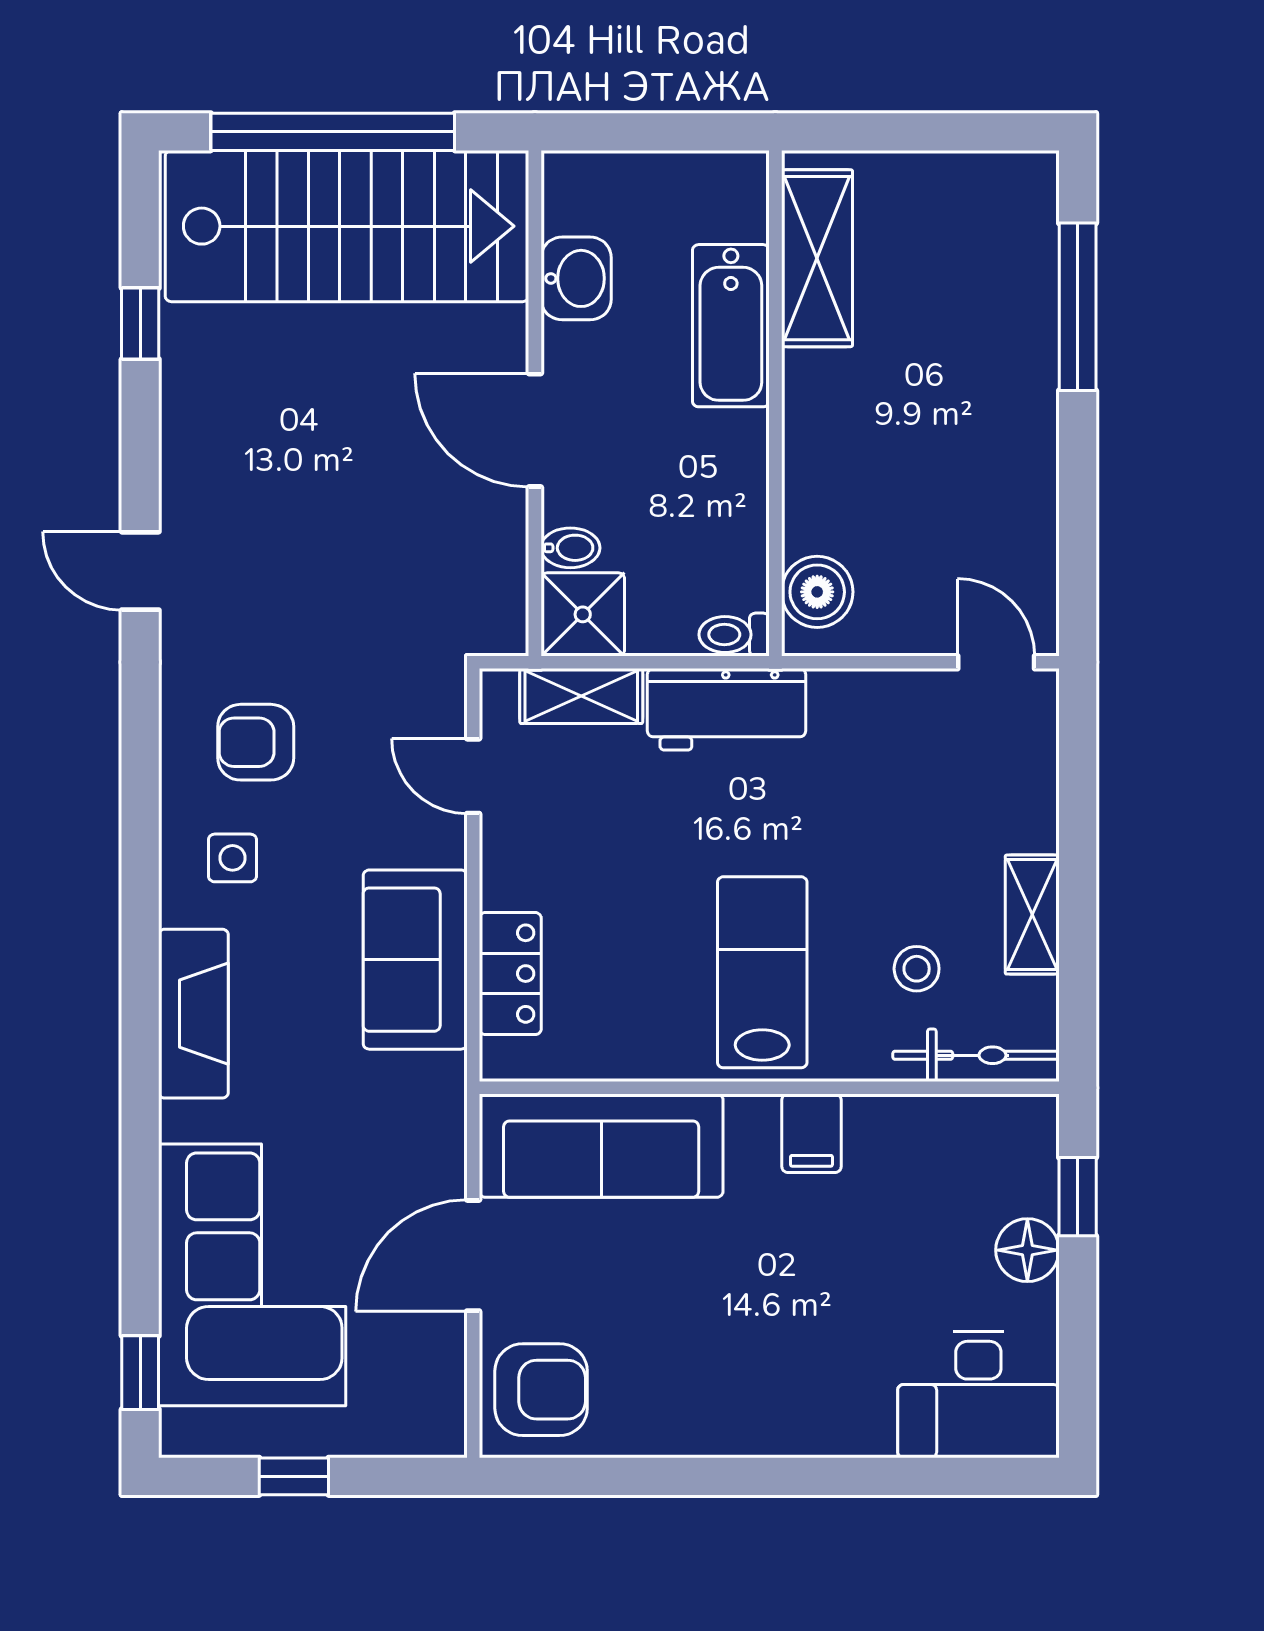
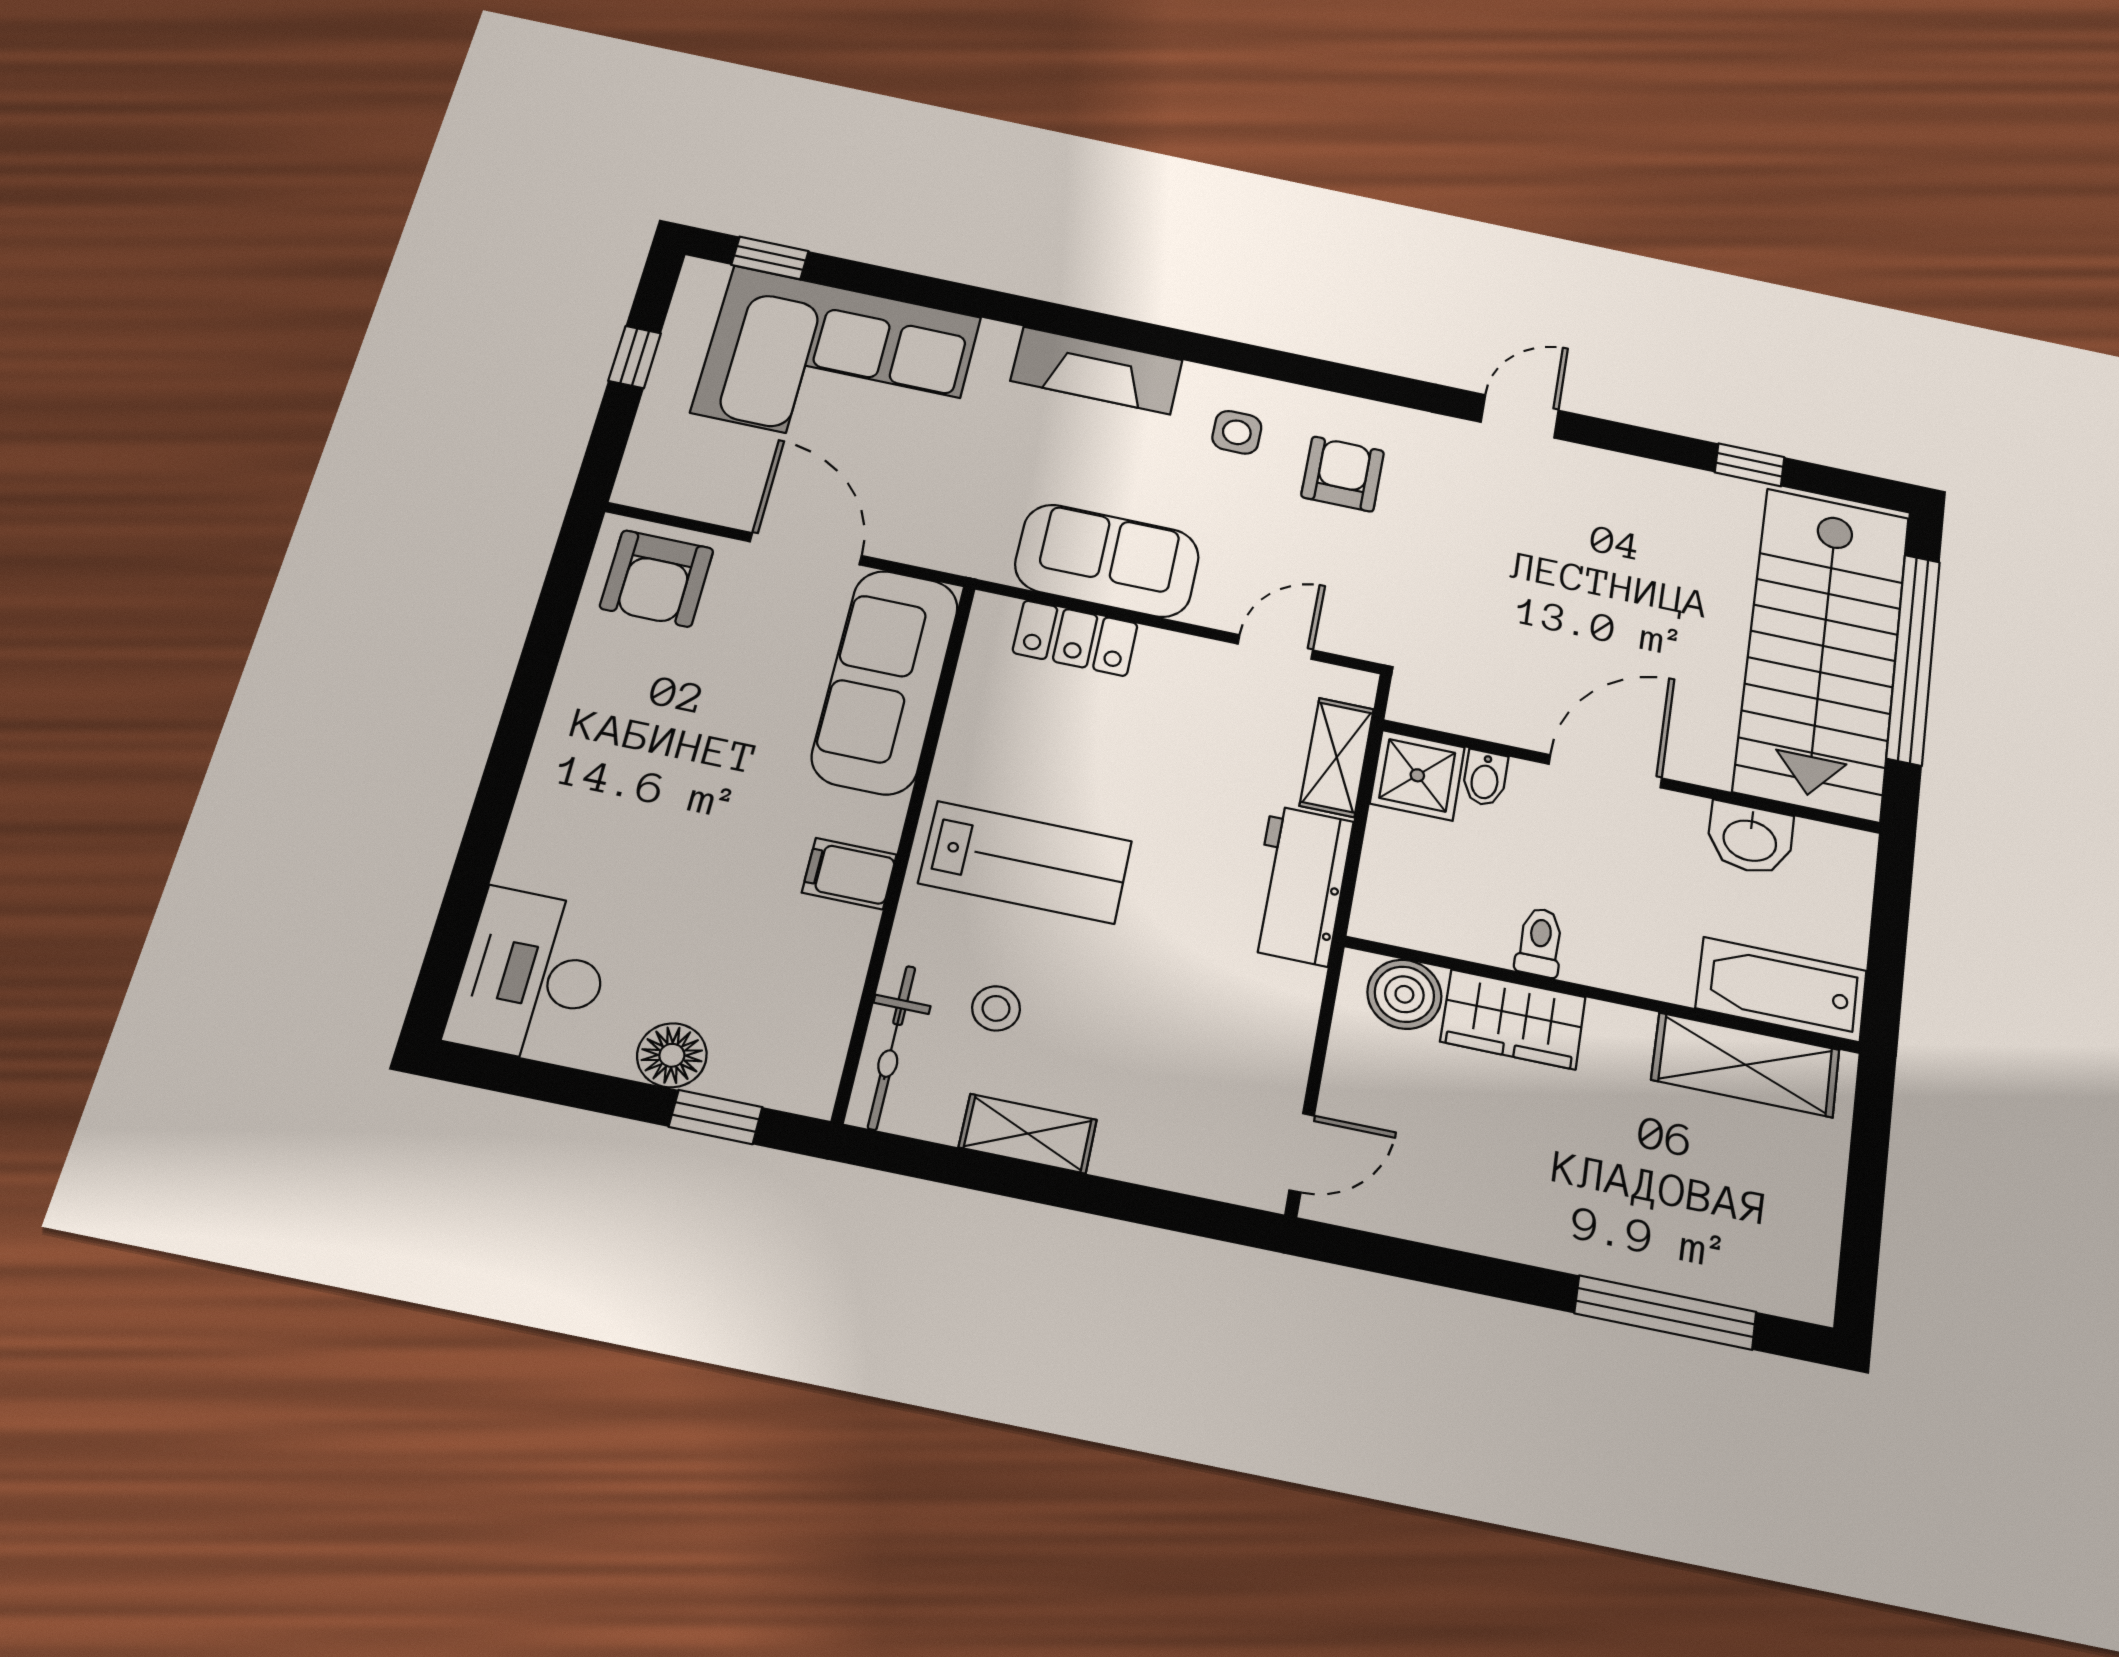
bathtub: (731, 326) -> (1781, 989), moved
wardrobe: (820, 485) -> (1513, 1019), added
toilet: (734, 635) -> (1540, 942), moved

